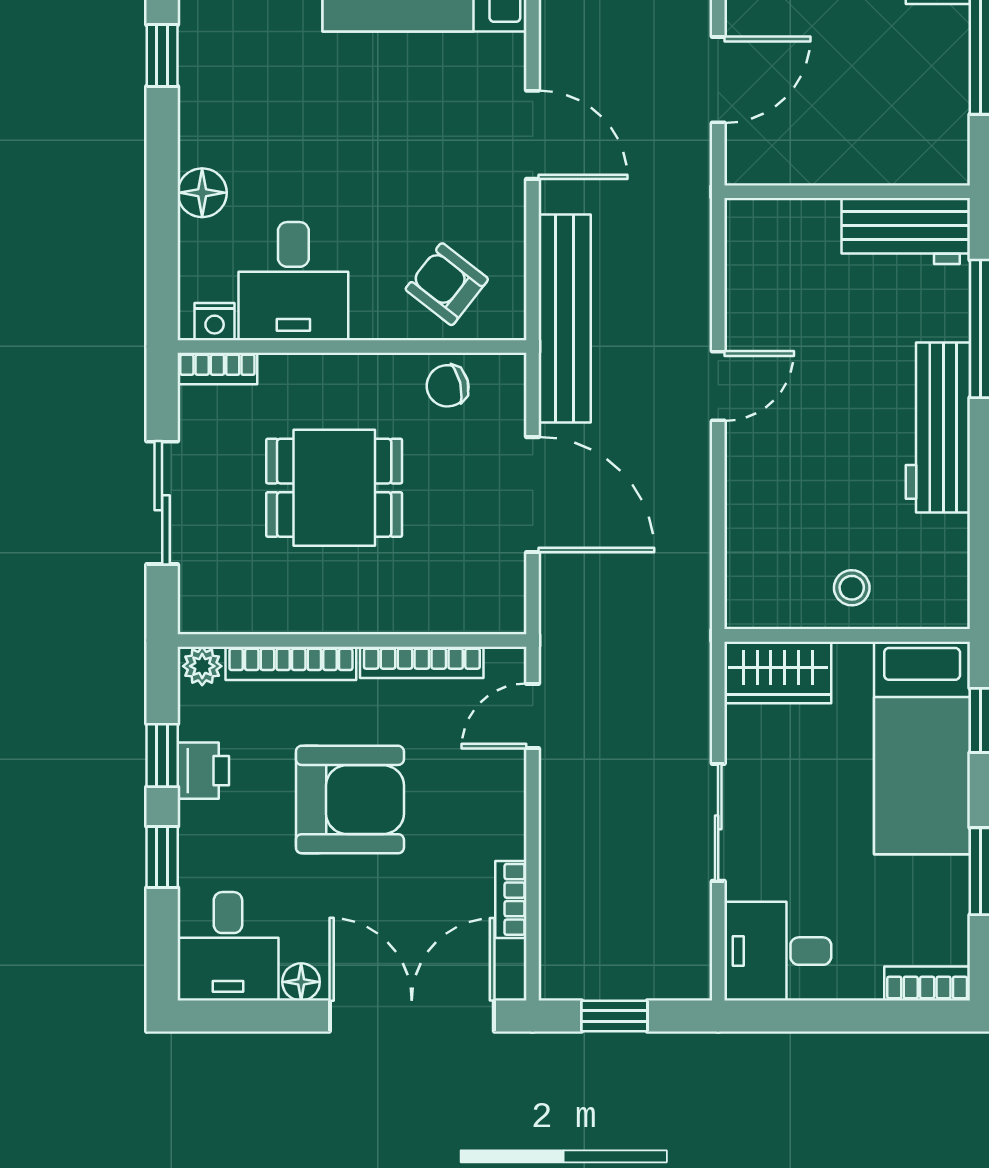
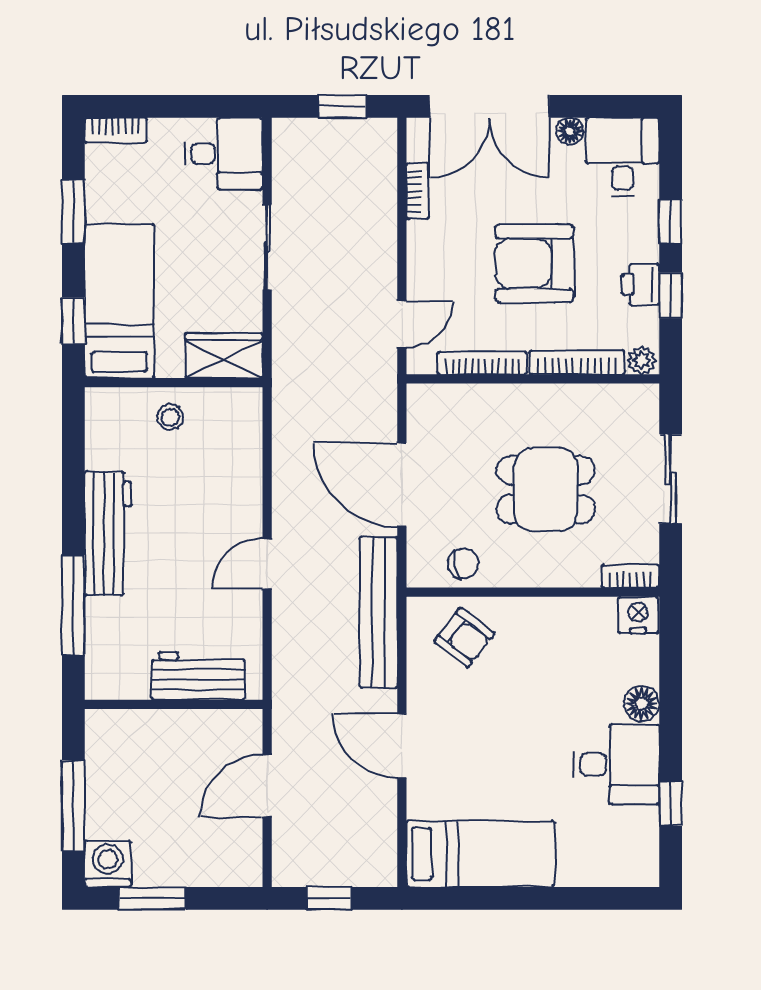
workbench: (906, 231) -> (198, 676), moved
desk: (293, 281) -> (616, 764), moved, turned 90
nightstand: (215, 322) -> (638, 615), width x1.39, depth x1.35

